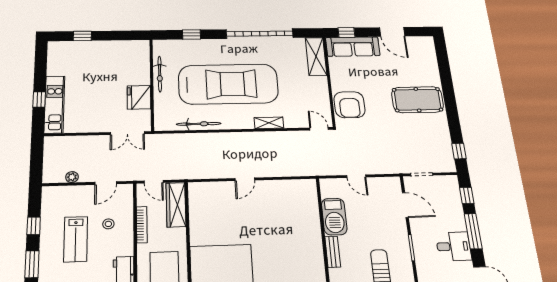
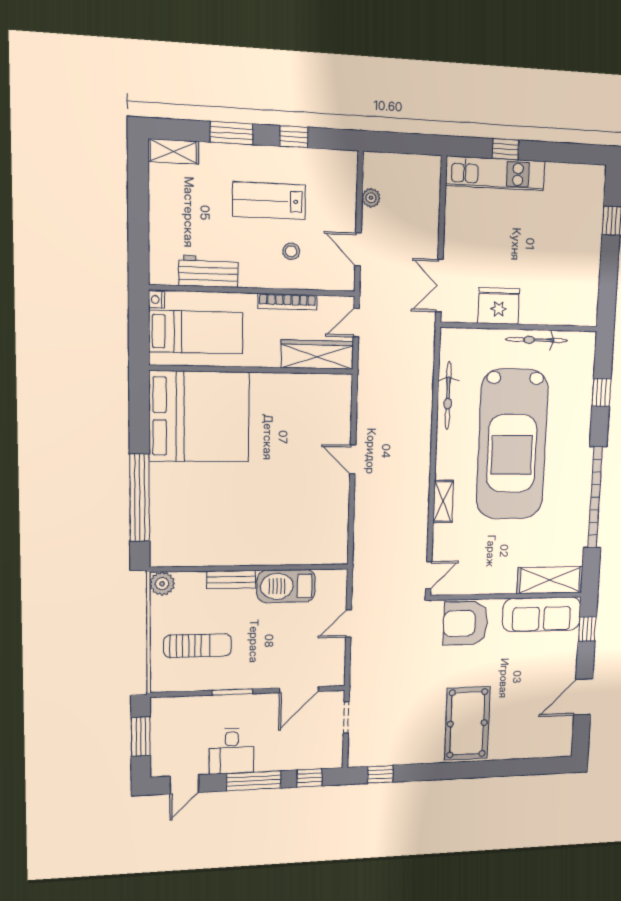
sofa: (353, 47) -> (542, 614), moved, turned -90

